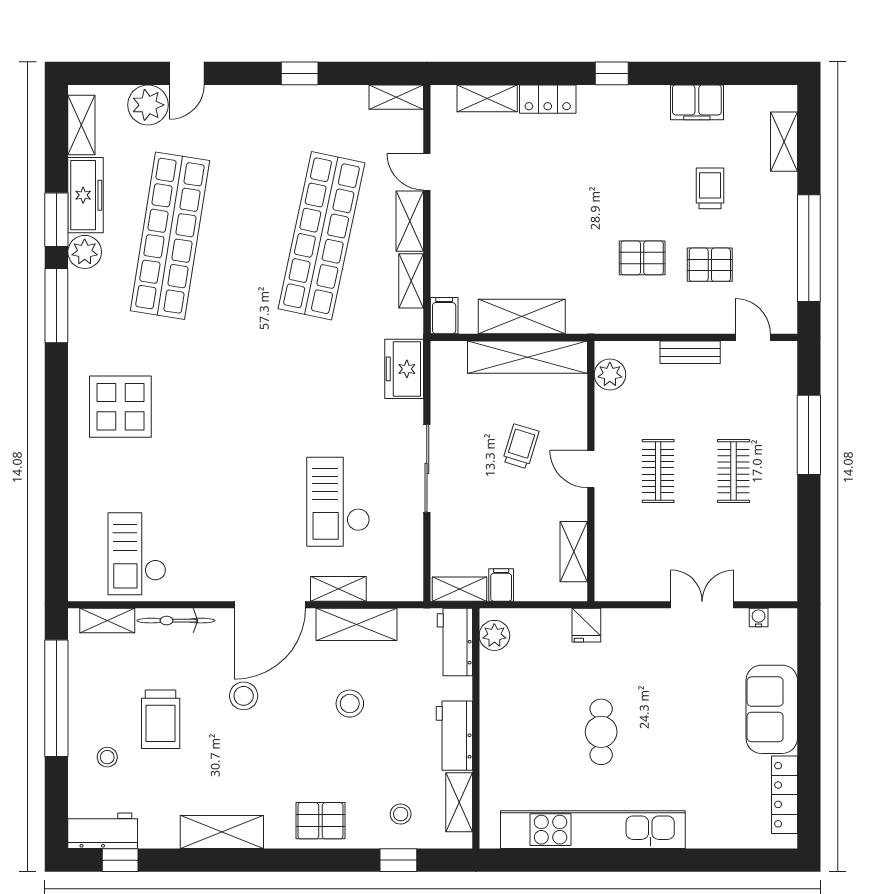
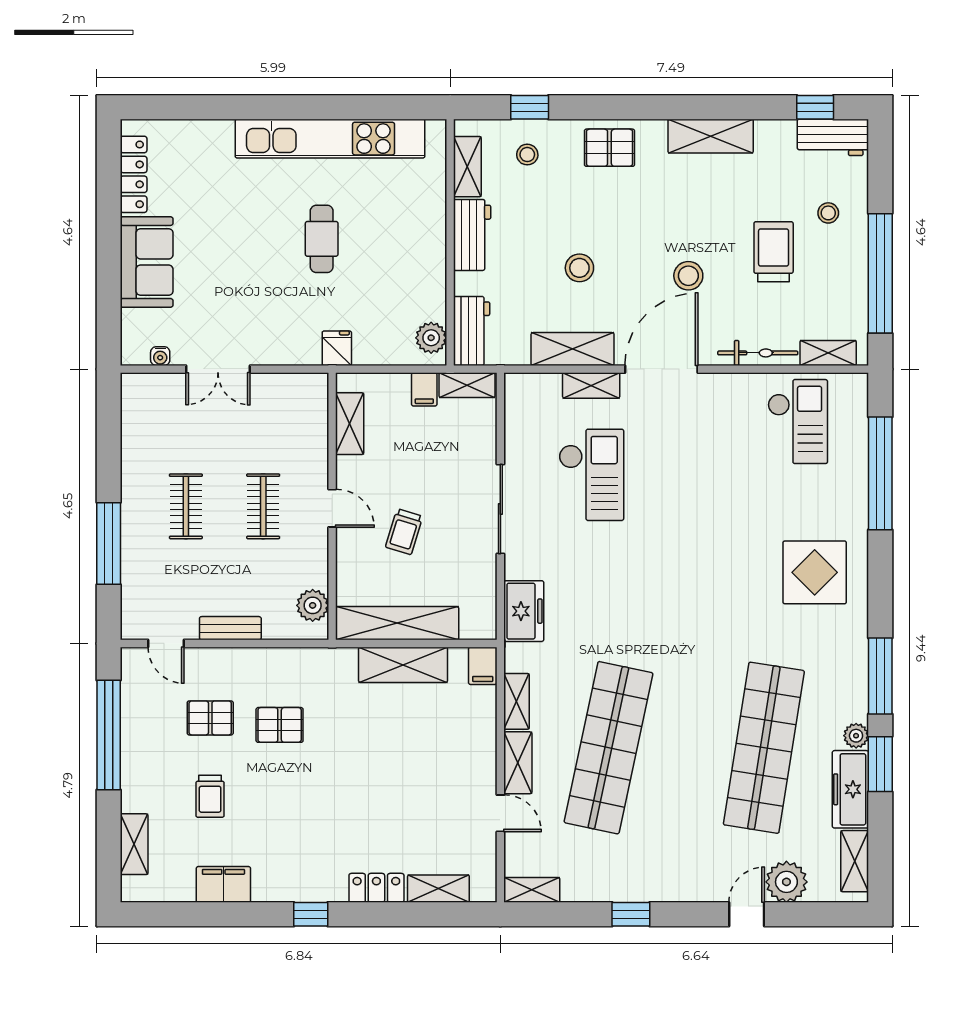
plant: (85, 252) -> (856, 736), width x0.73, depth x0.73
window: (56, 503) -> (880, 473), added

